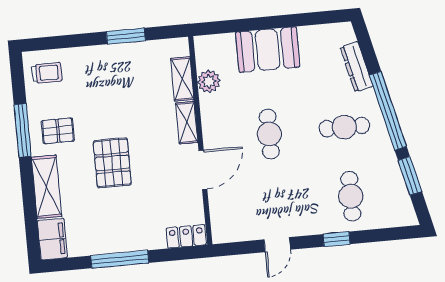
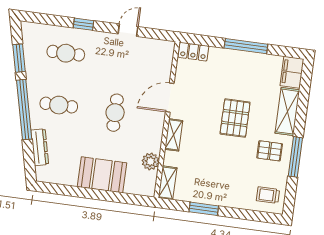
shelving: (182, 79) -> (168, 183), moved
cafe table: (351, 196) -> (66, 53), turned 90

